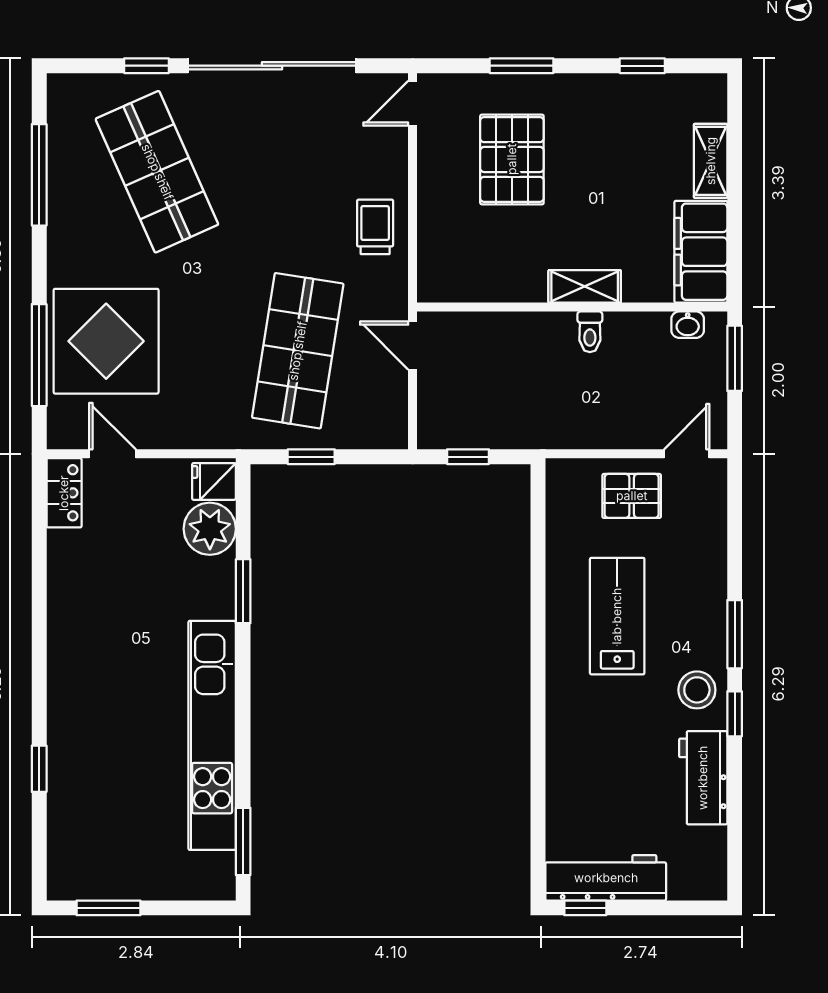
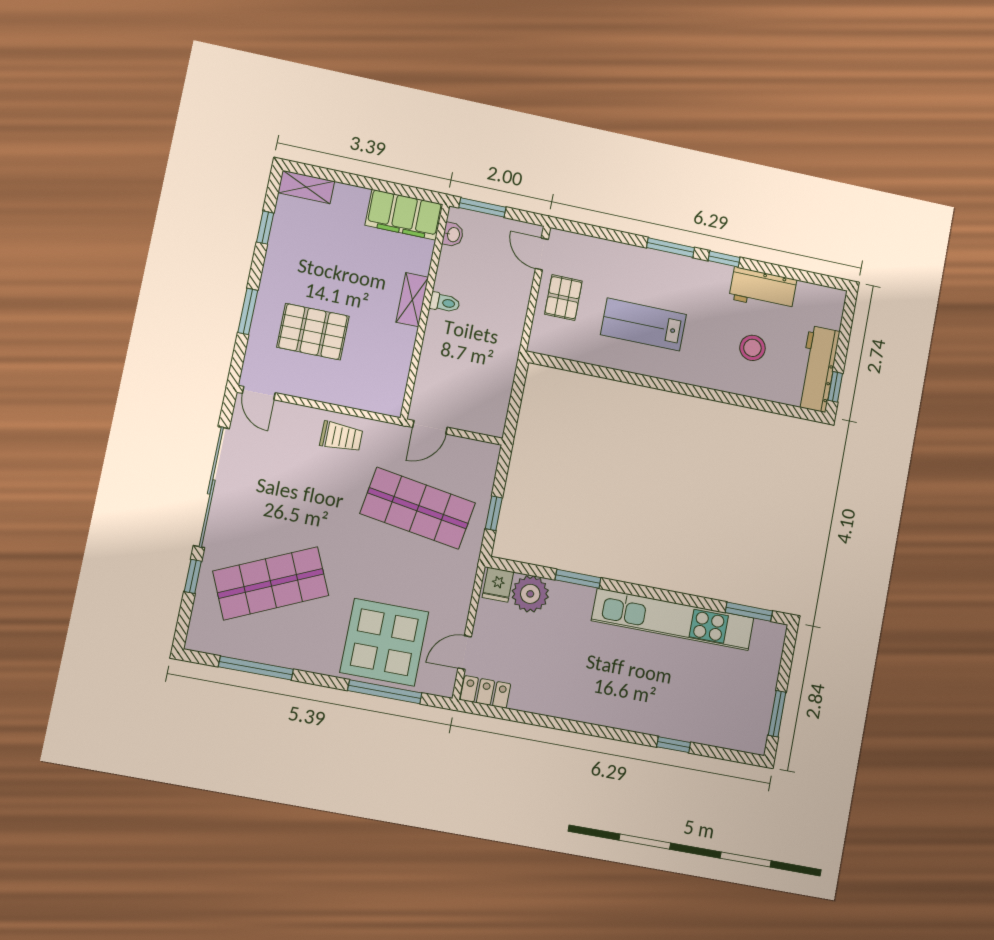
shelving: (711, 161) -> (306, 187), moved
trolley: (375, 227) -> (341, 437), turned 180
window: (468, 457) -> (515, 404), removed
stool: (697, 690) -> (752, 348), moved

